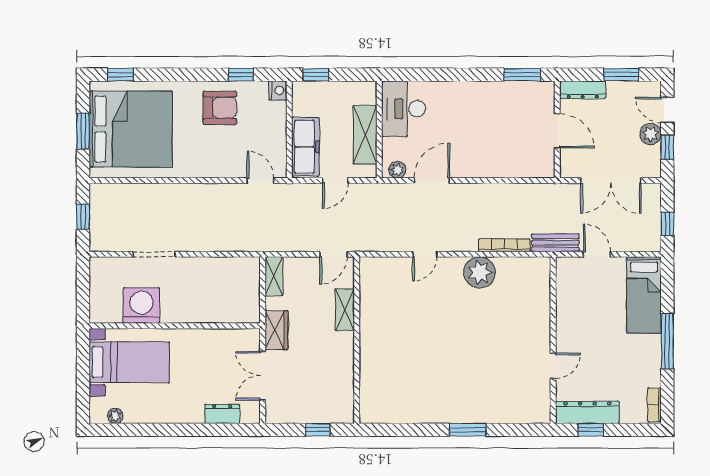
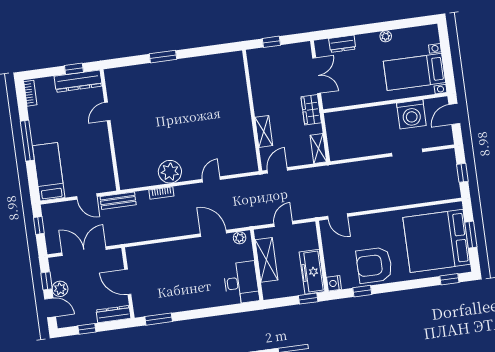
window: (621, 75) -> (87, 329), width x0.67
armchair: (220, 108) -> (374, 265), width x1.36, depth x1.36
freezer: (305, 147) -> (312, 272), moved
door: (432, 181) -> (213, 233), swing flipped
bookcase: (504, 245) -> (161, 193), width x0.64
door: (83, 298) -> (454, 114), added
plant: (115, 416) -> (386, 36), moved

